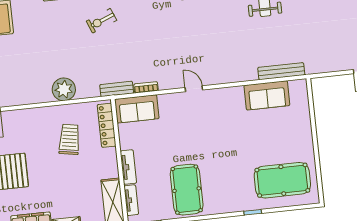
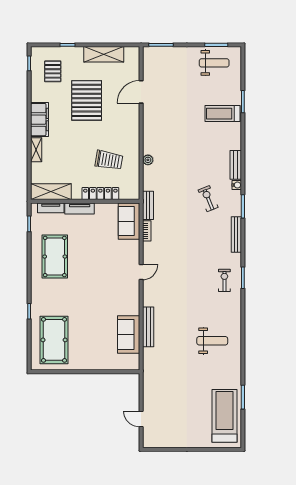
bench: (281, 71) -> (148, 327), moved
plant: (64, 89) -> (148, 160), width x0.53, depth x0.53
locker: (107, 125) -> (100, 194), moved
pool table: (187, 190) -> (55, 257), turned 90

